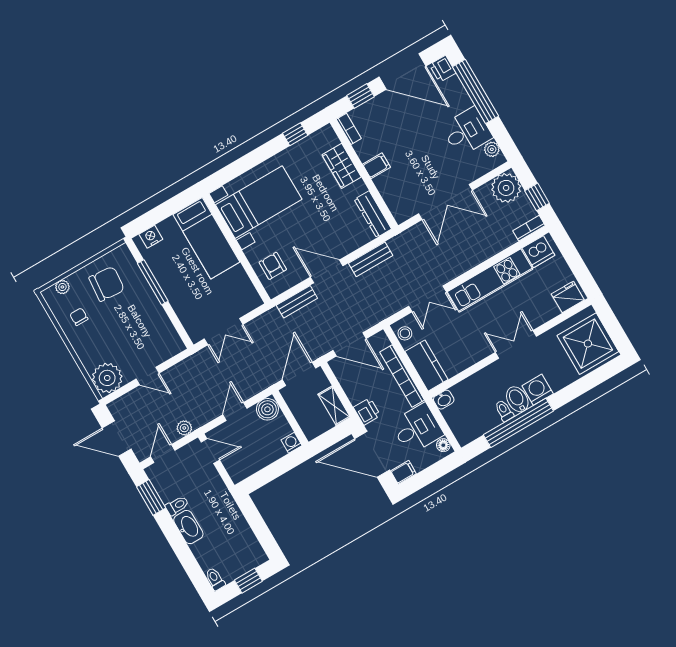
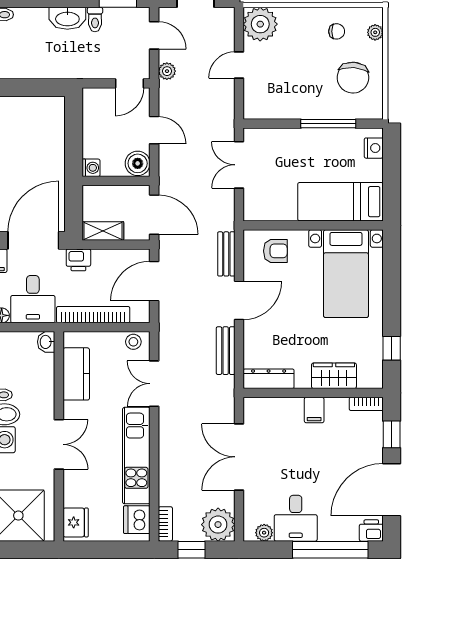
kitchen counter: (427, 366) -> (76, 374), moved, turned -90

